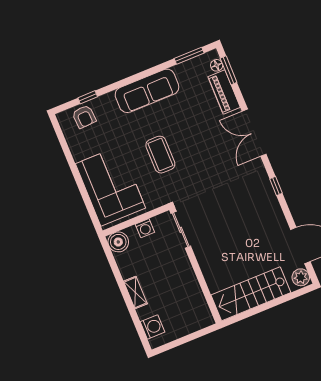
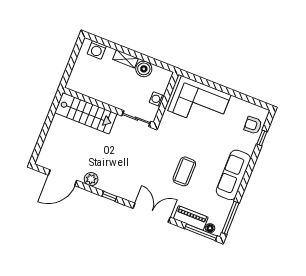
window: (189, 56) -> (230, 218), width x1.44
window: (229, 70) -> (201, 232), width x1.44
coffee table: (160, 155) -> (184, 171), moved, turned 90
boiler: (118, 242) -> (144, 69), moved
plant: (301, 277) -> (91, 179), moved
stairs: (251, 294) -> (86, 113), moved, turned 90

